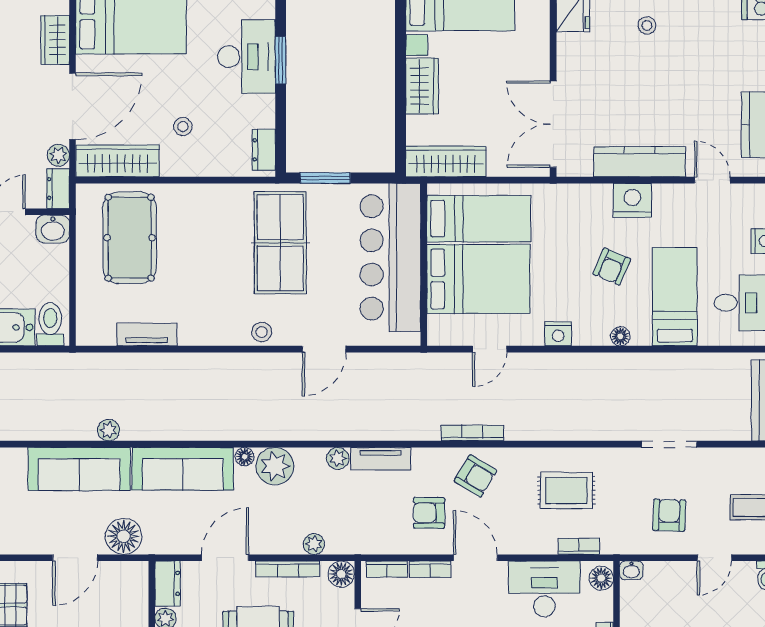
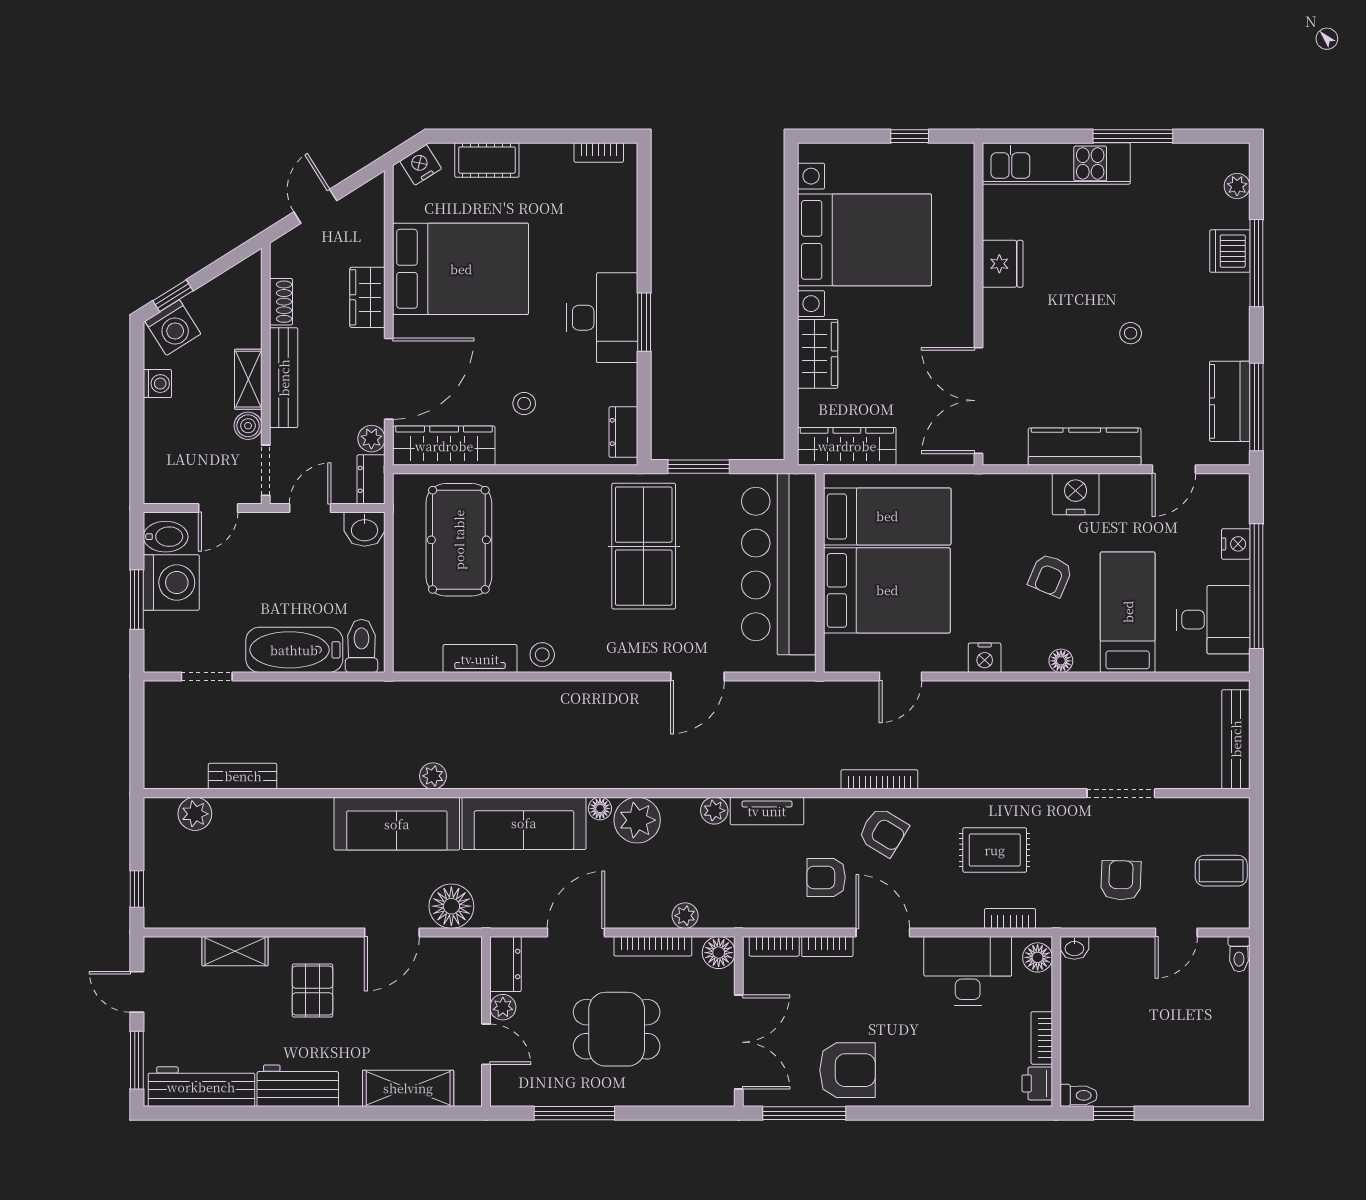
stool: (647, 25) -> (1131, 333), moved
door: (712, 180) -> (1174, 469), swing flipped
stool: (262, 332) -> (542, 655), moved

